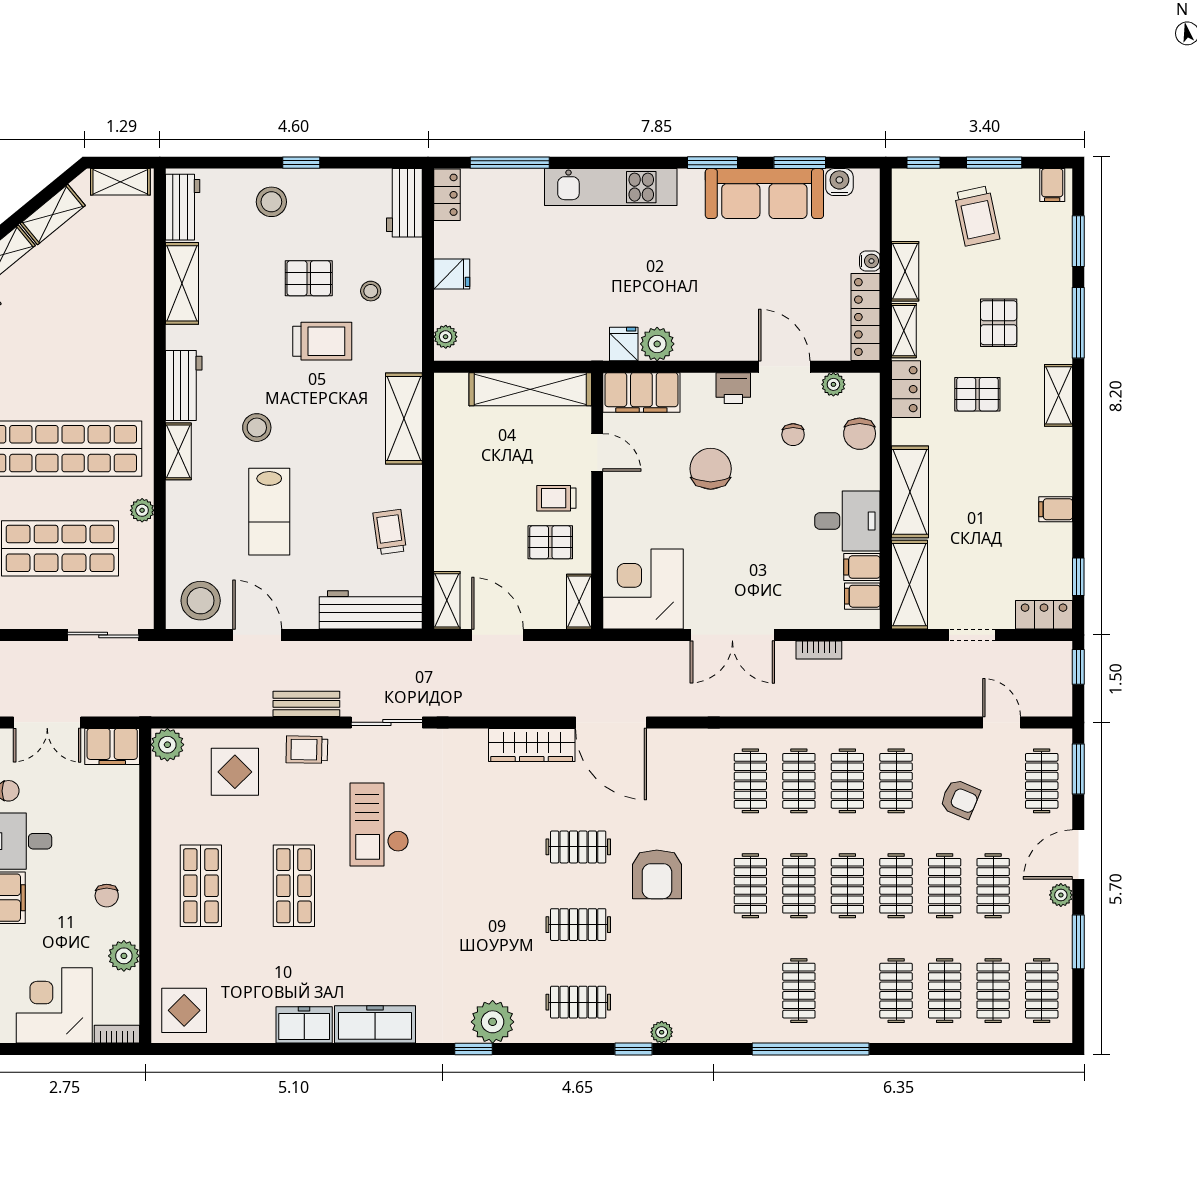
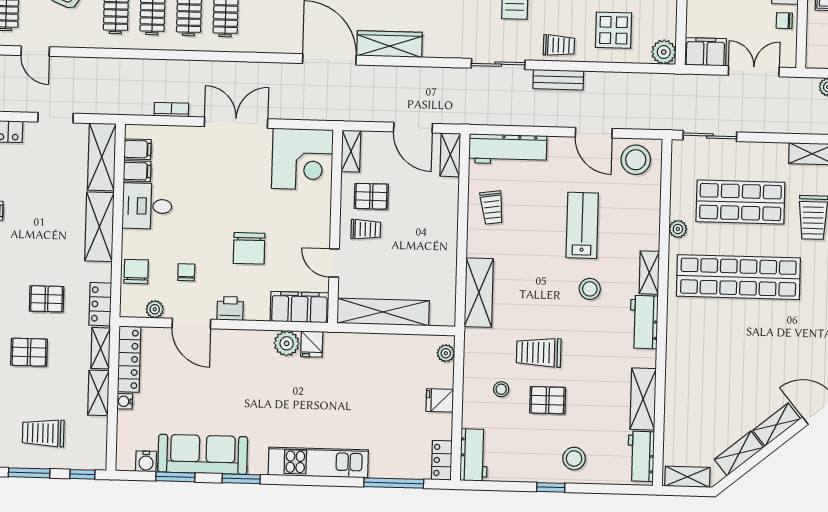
trolley: (977, 216) -> (43, 433), turned -78
pallet: (999, 323) -> (29, 352), turned 90

